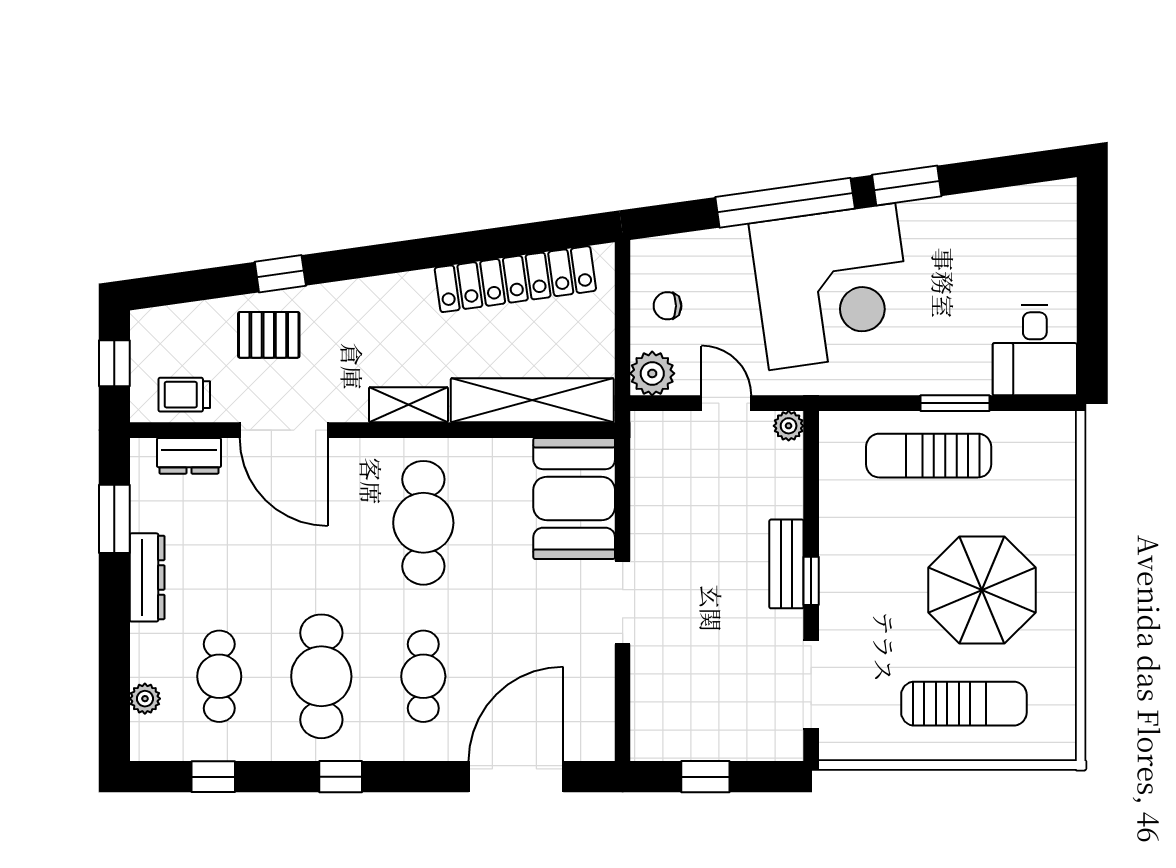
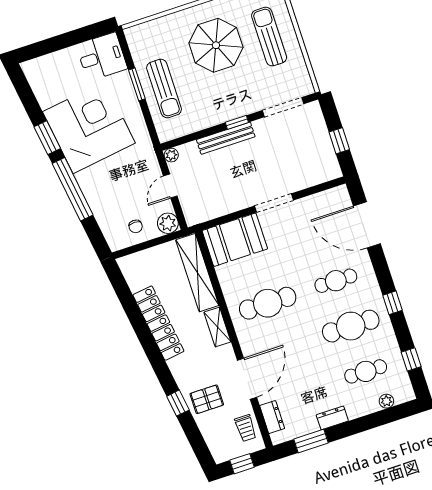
locker: (515, 279) -> (158, 323), moved
corner desk: (832, 287) -> (89, 127), moved
pallet: (269, 335) -> (207, 399), turned 90
bench: (786, 564) -> (226, 138), width x1.36
dresser: (147, 577) -> (332, 418), width x0.70

